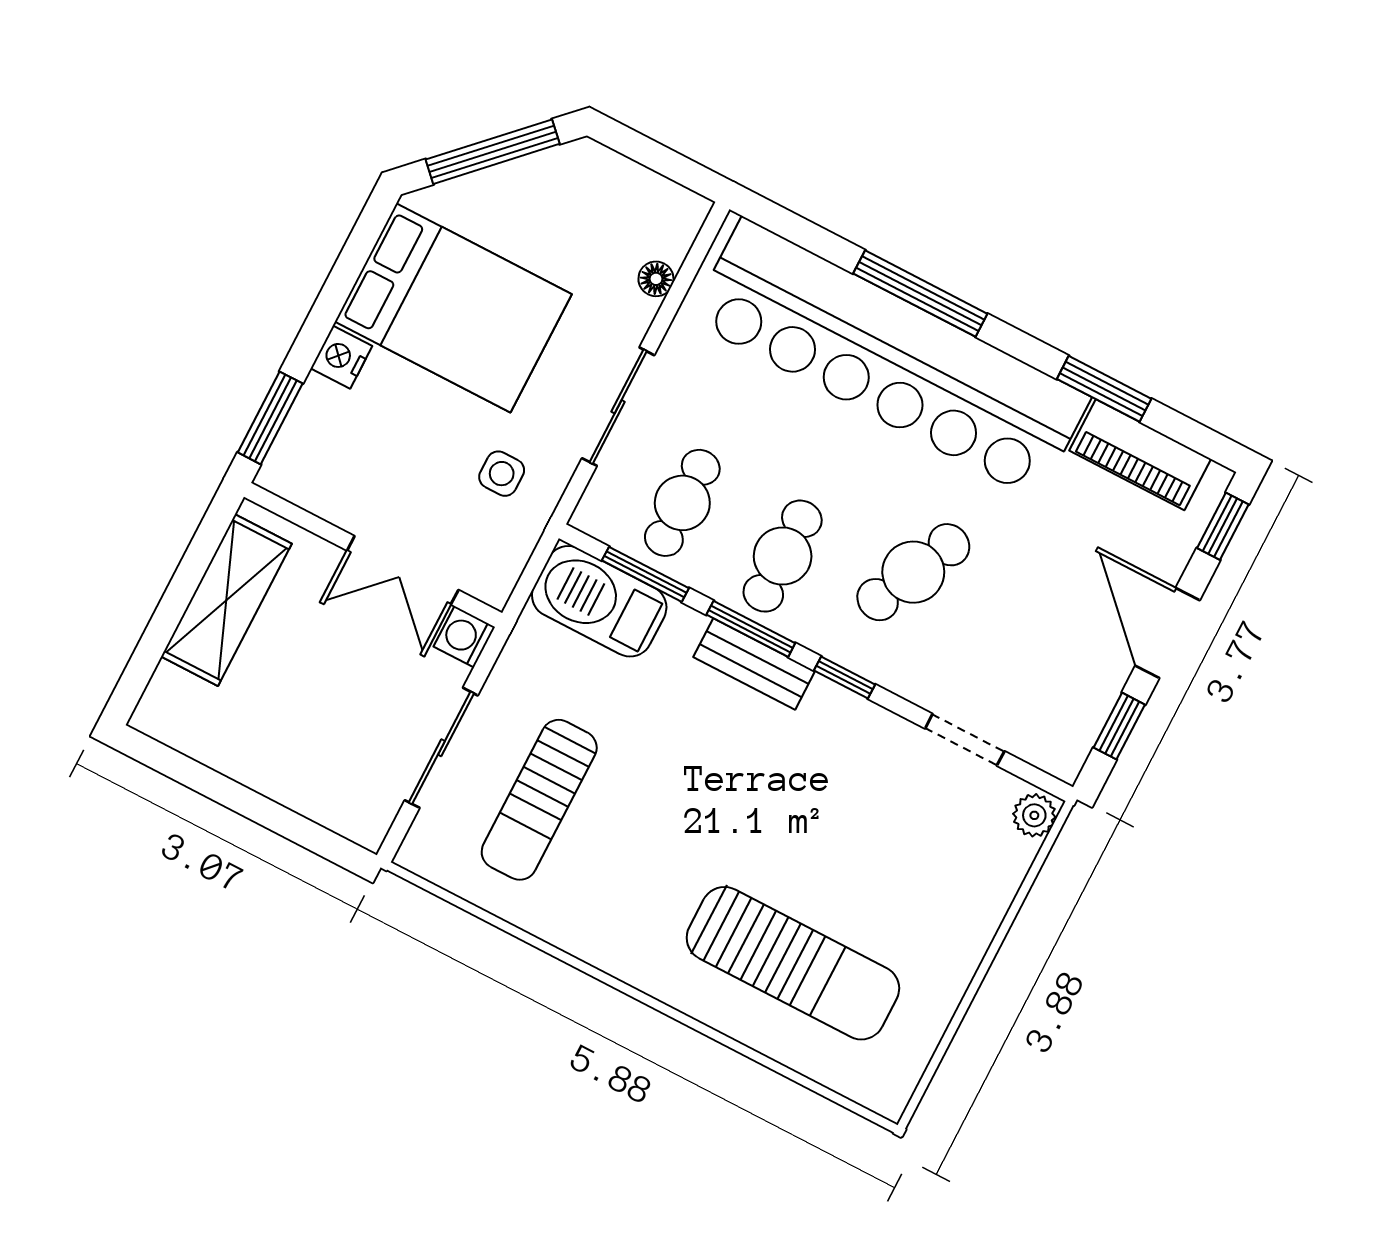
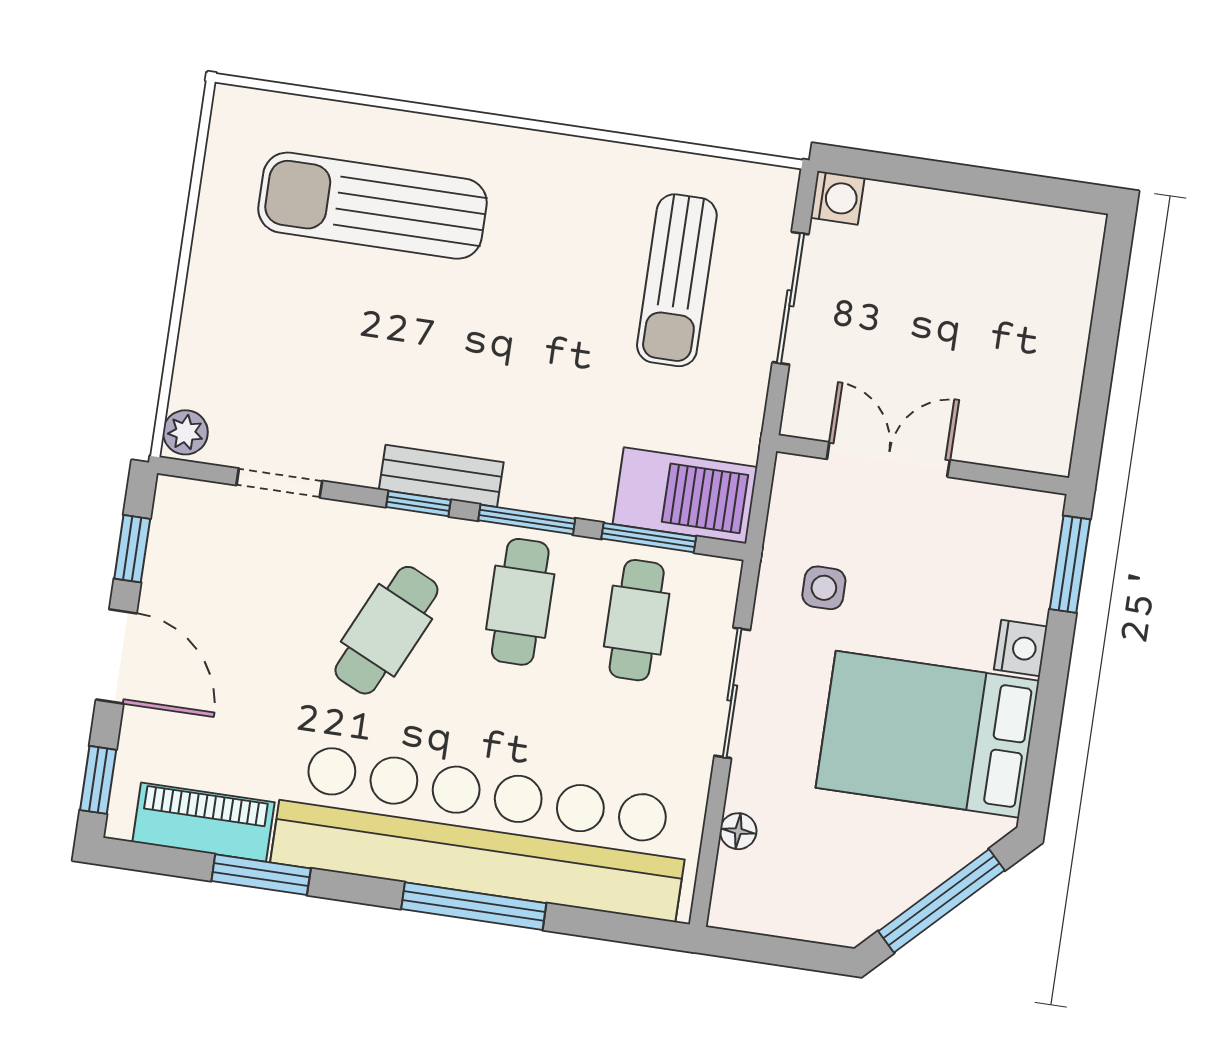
shelving: (226, 600) -> (1051, 371), removed
washing machine: (464, 637) -> (837, 198), moved
bench: (754, 664) -> (441, 476), moved
sun lounger: (539, 800) -> (677, 280), turned 180

